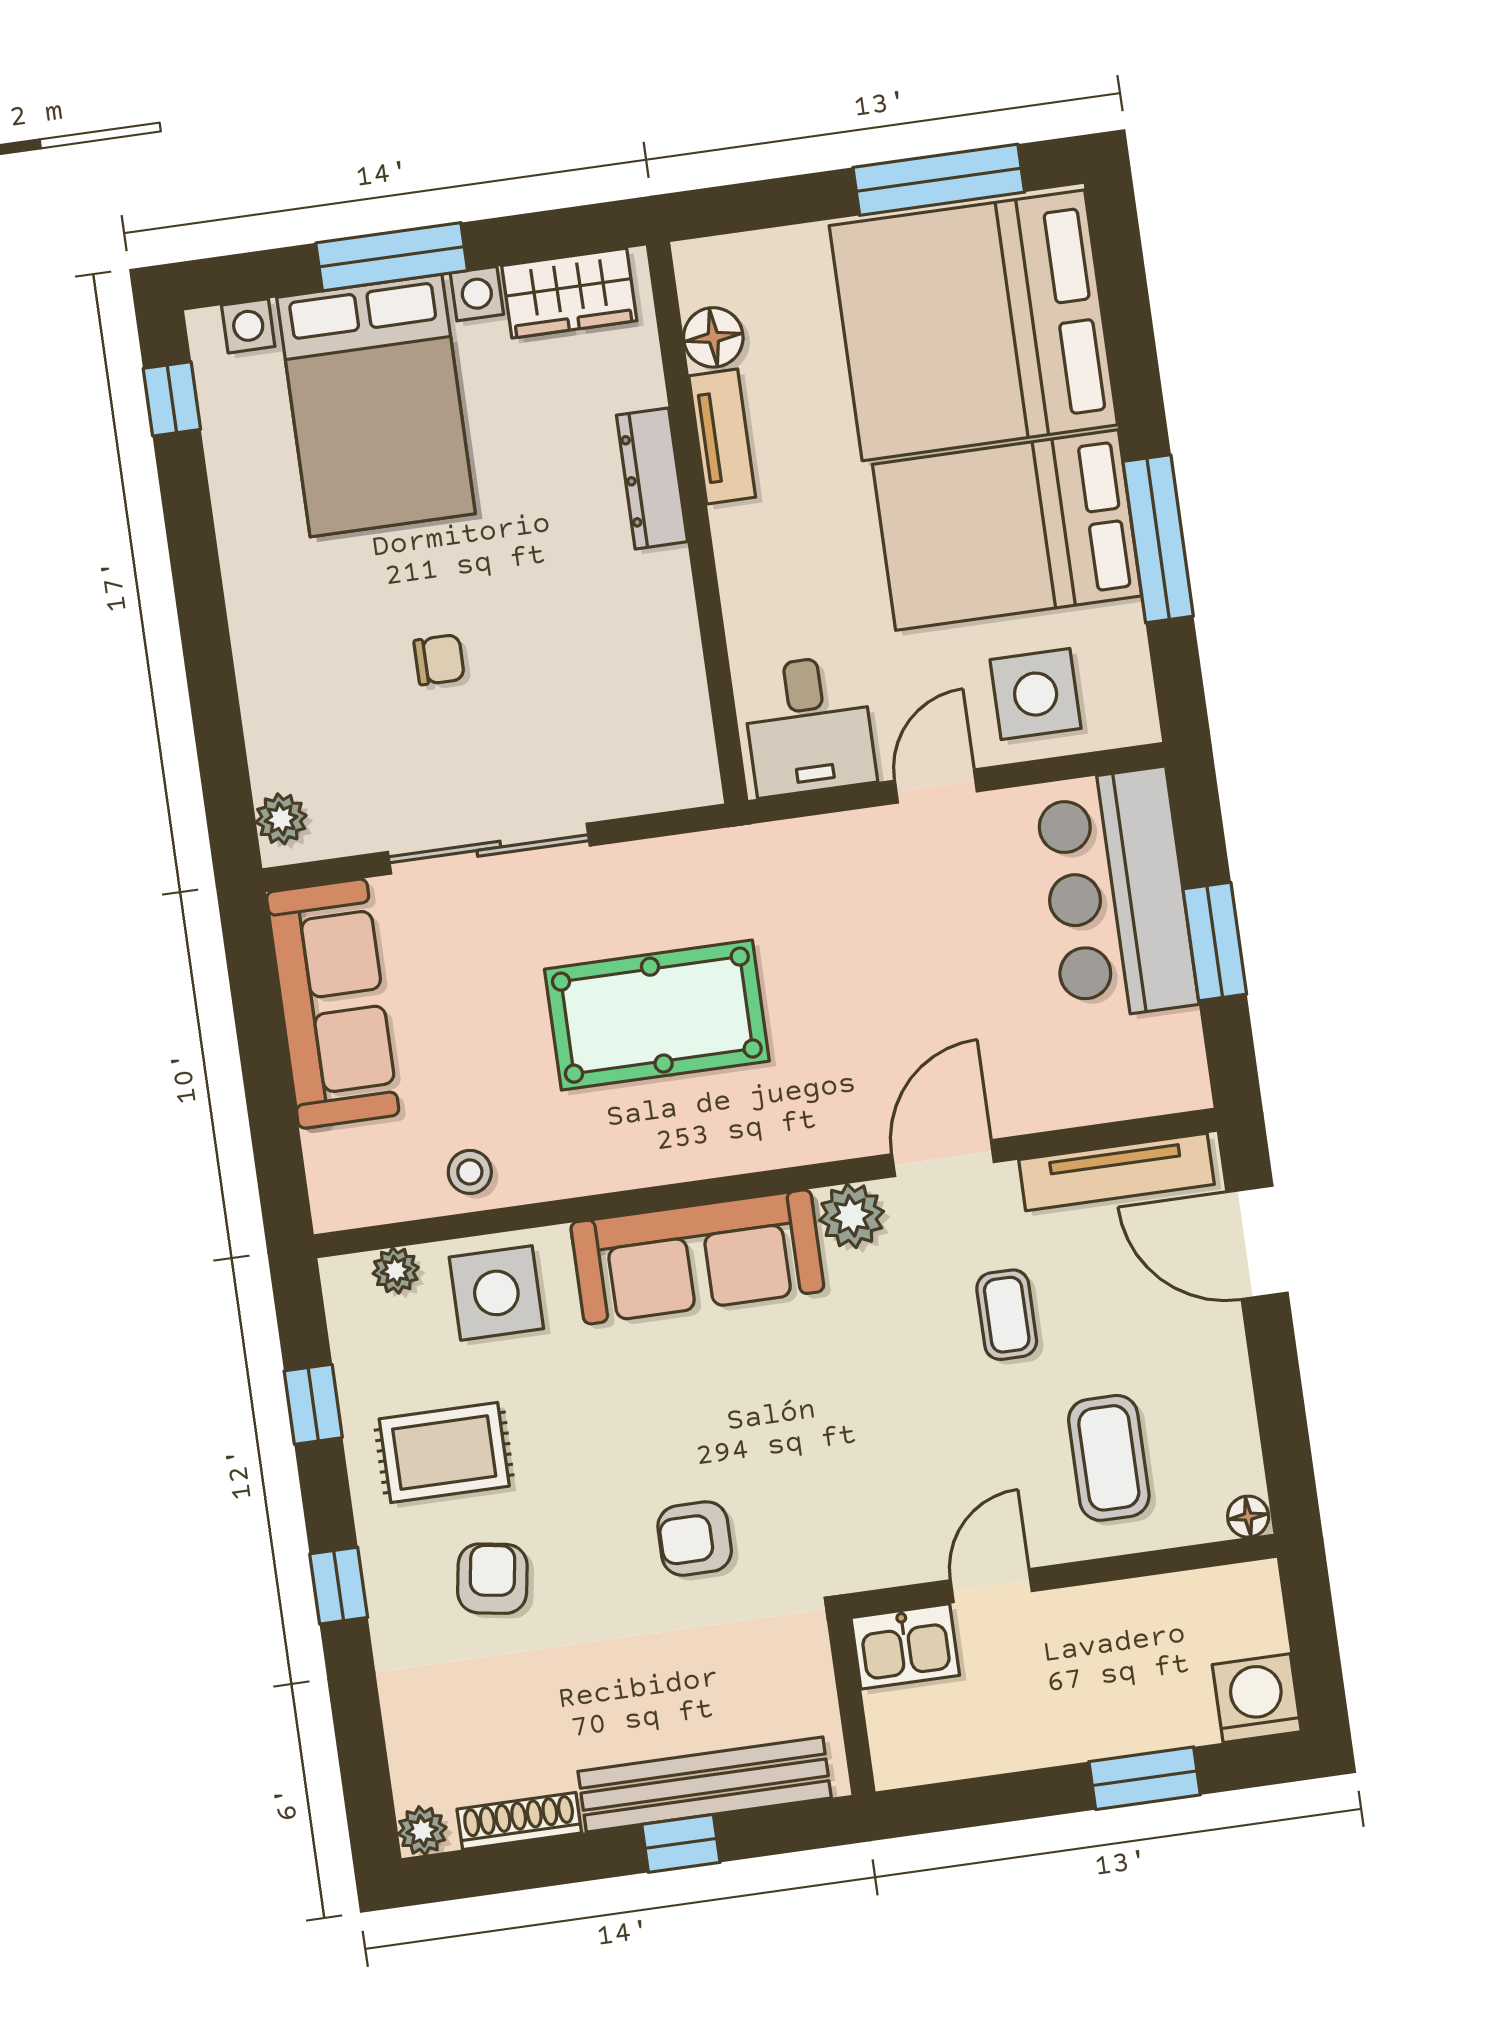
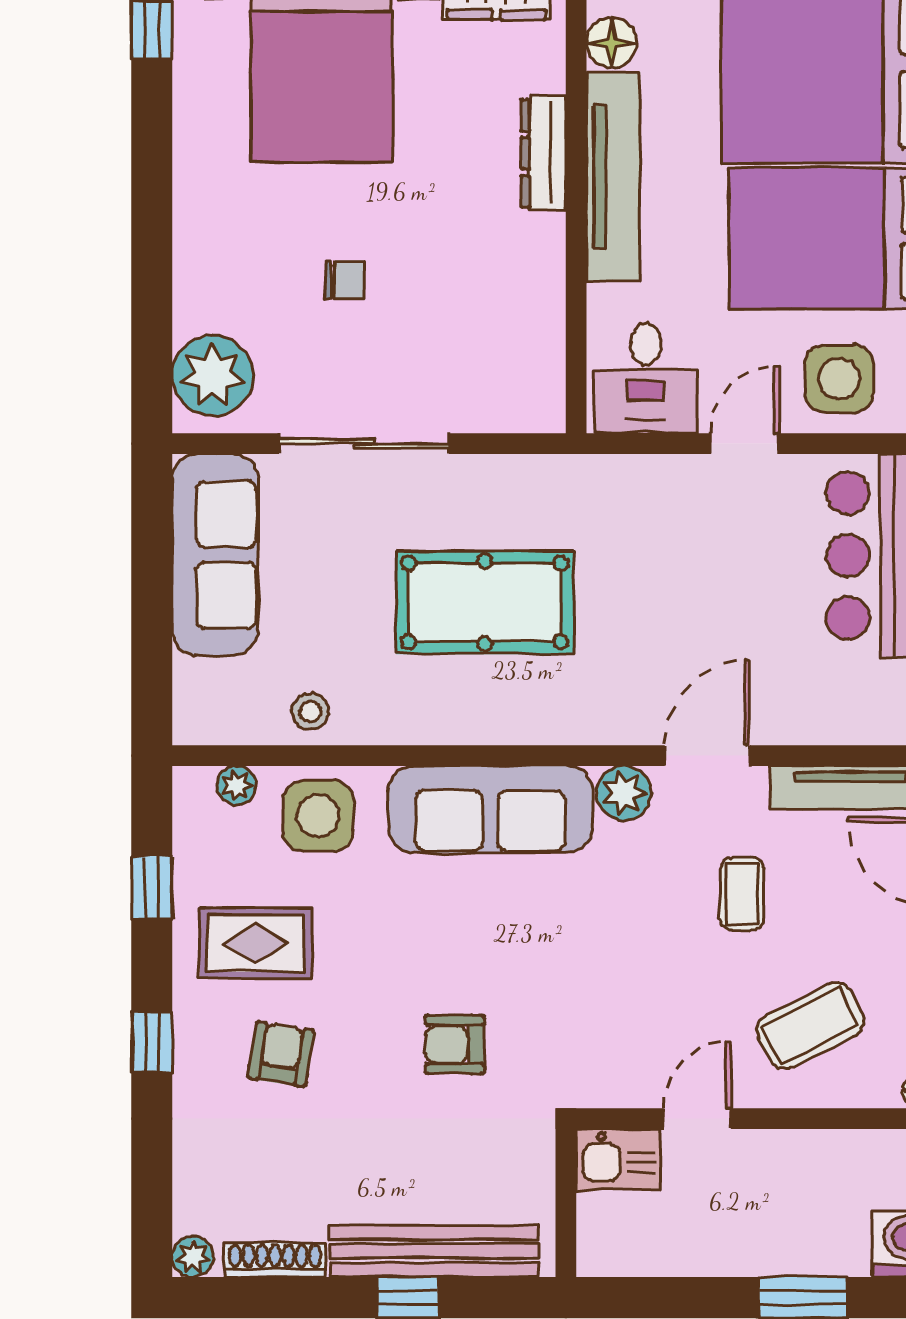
tv unit: (722, 436) -> (613, 177), width x1.92, depth x1.29
plant: (281, 819) -> (213, 376), width x1.87, depth x1.87
coffee table: (1109, 1458) -> (810, 1026), turned 63

